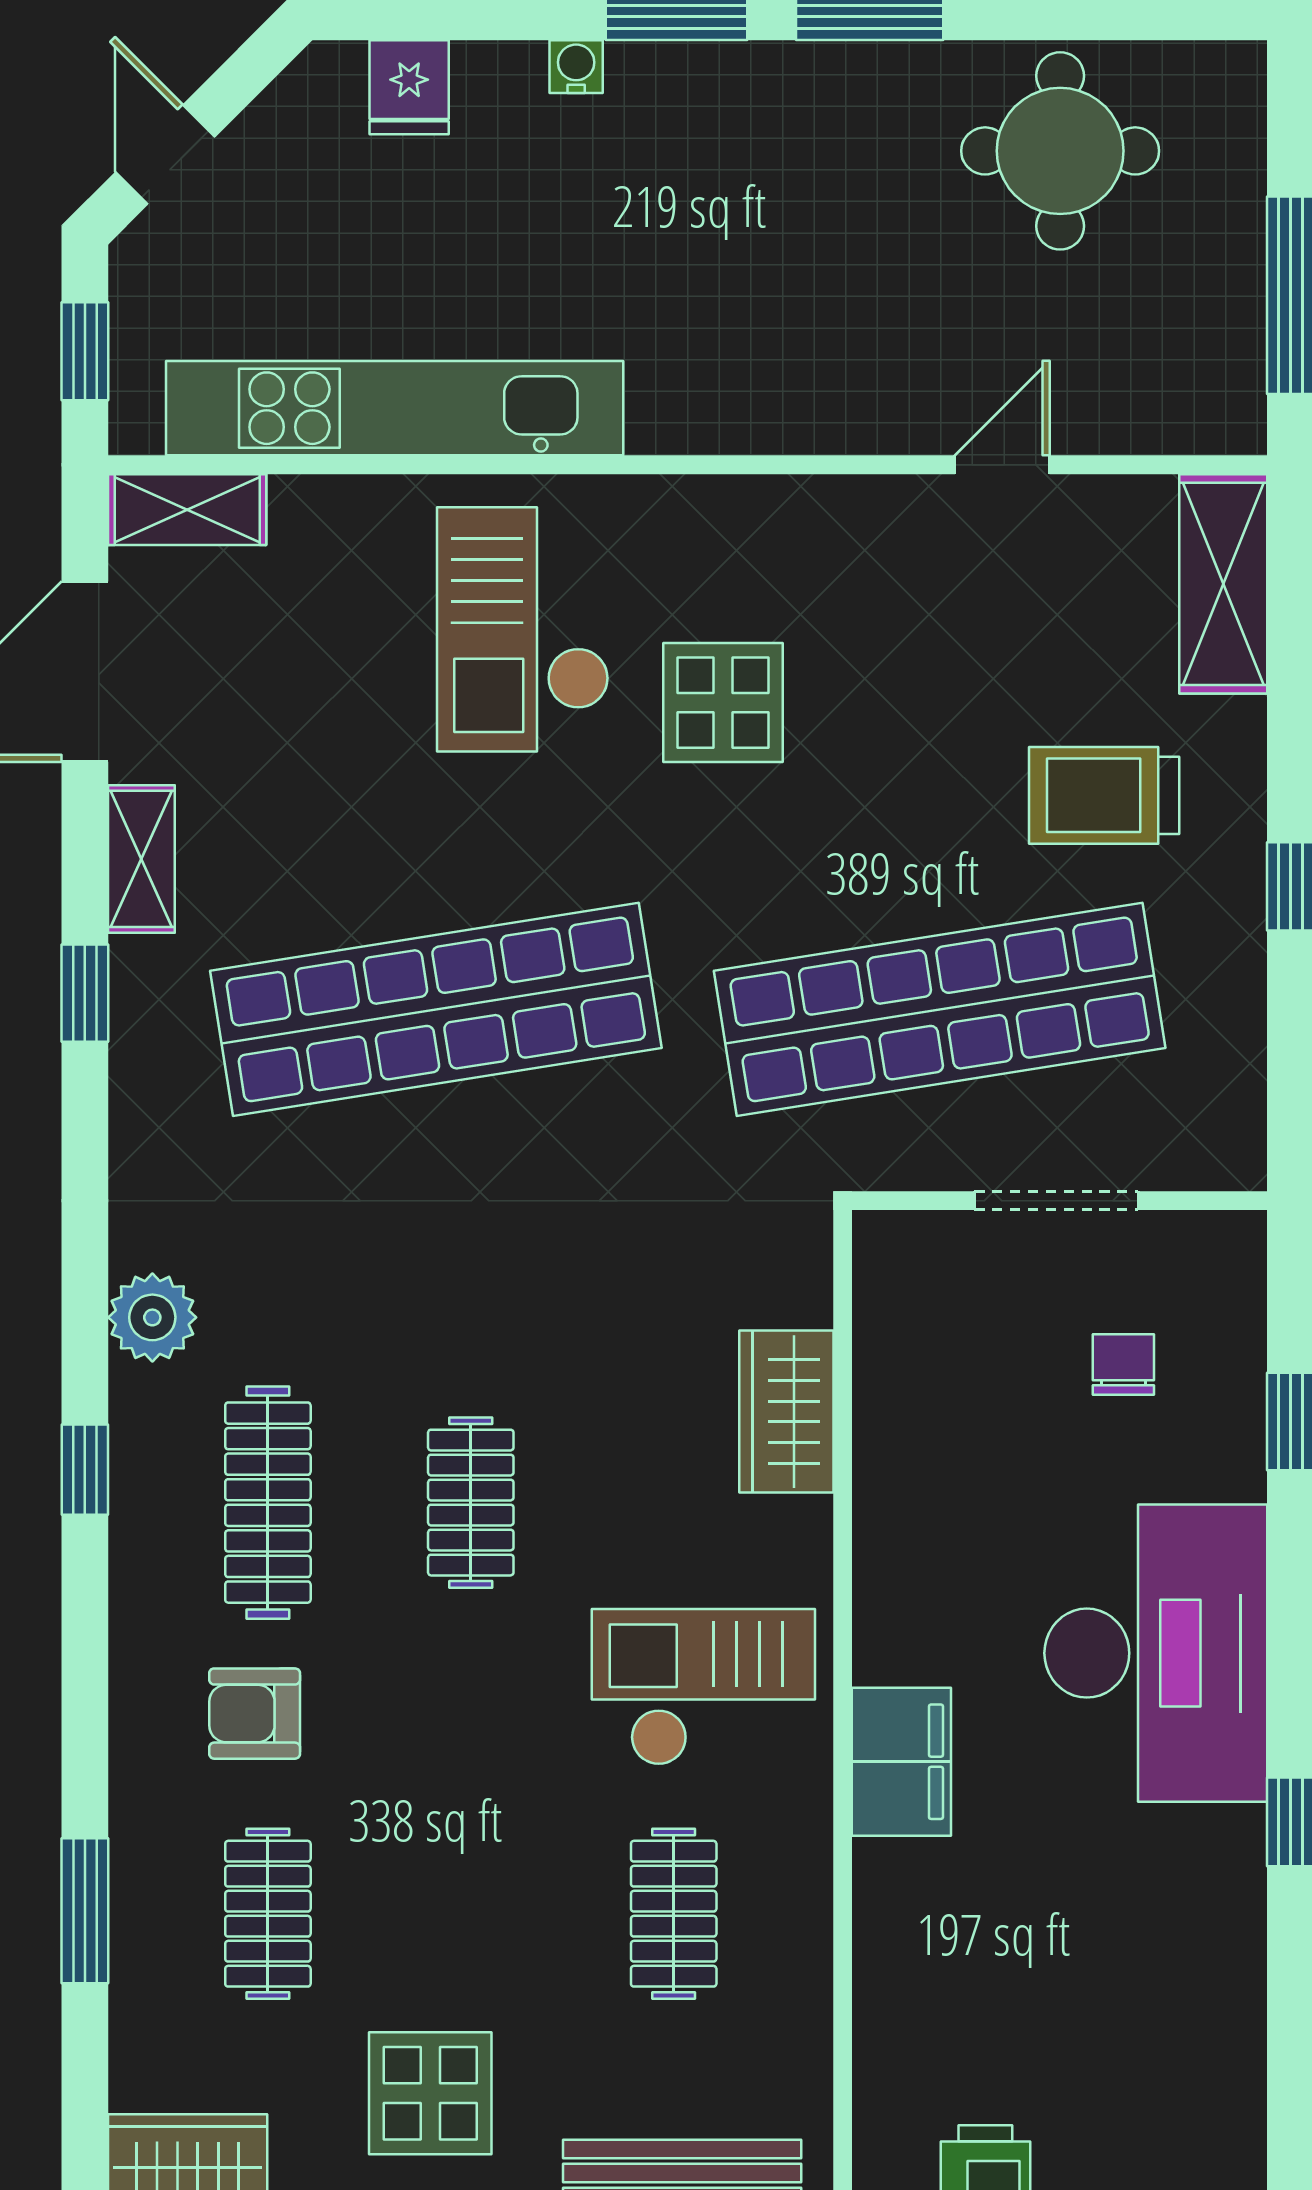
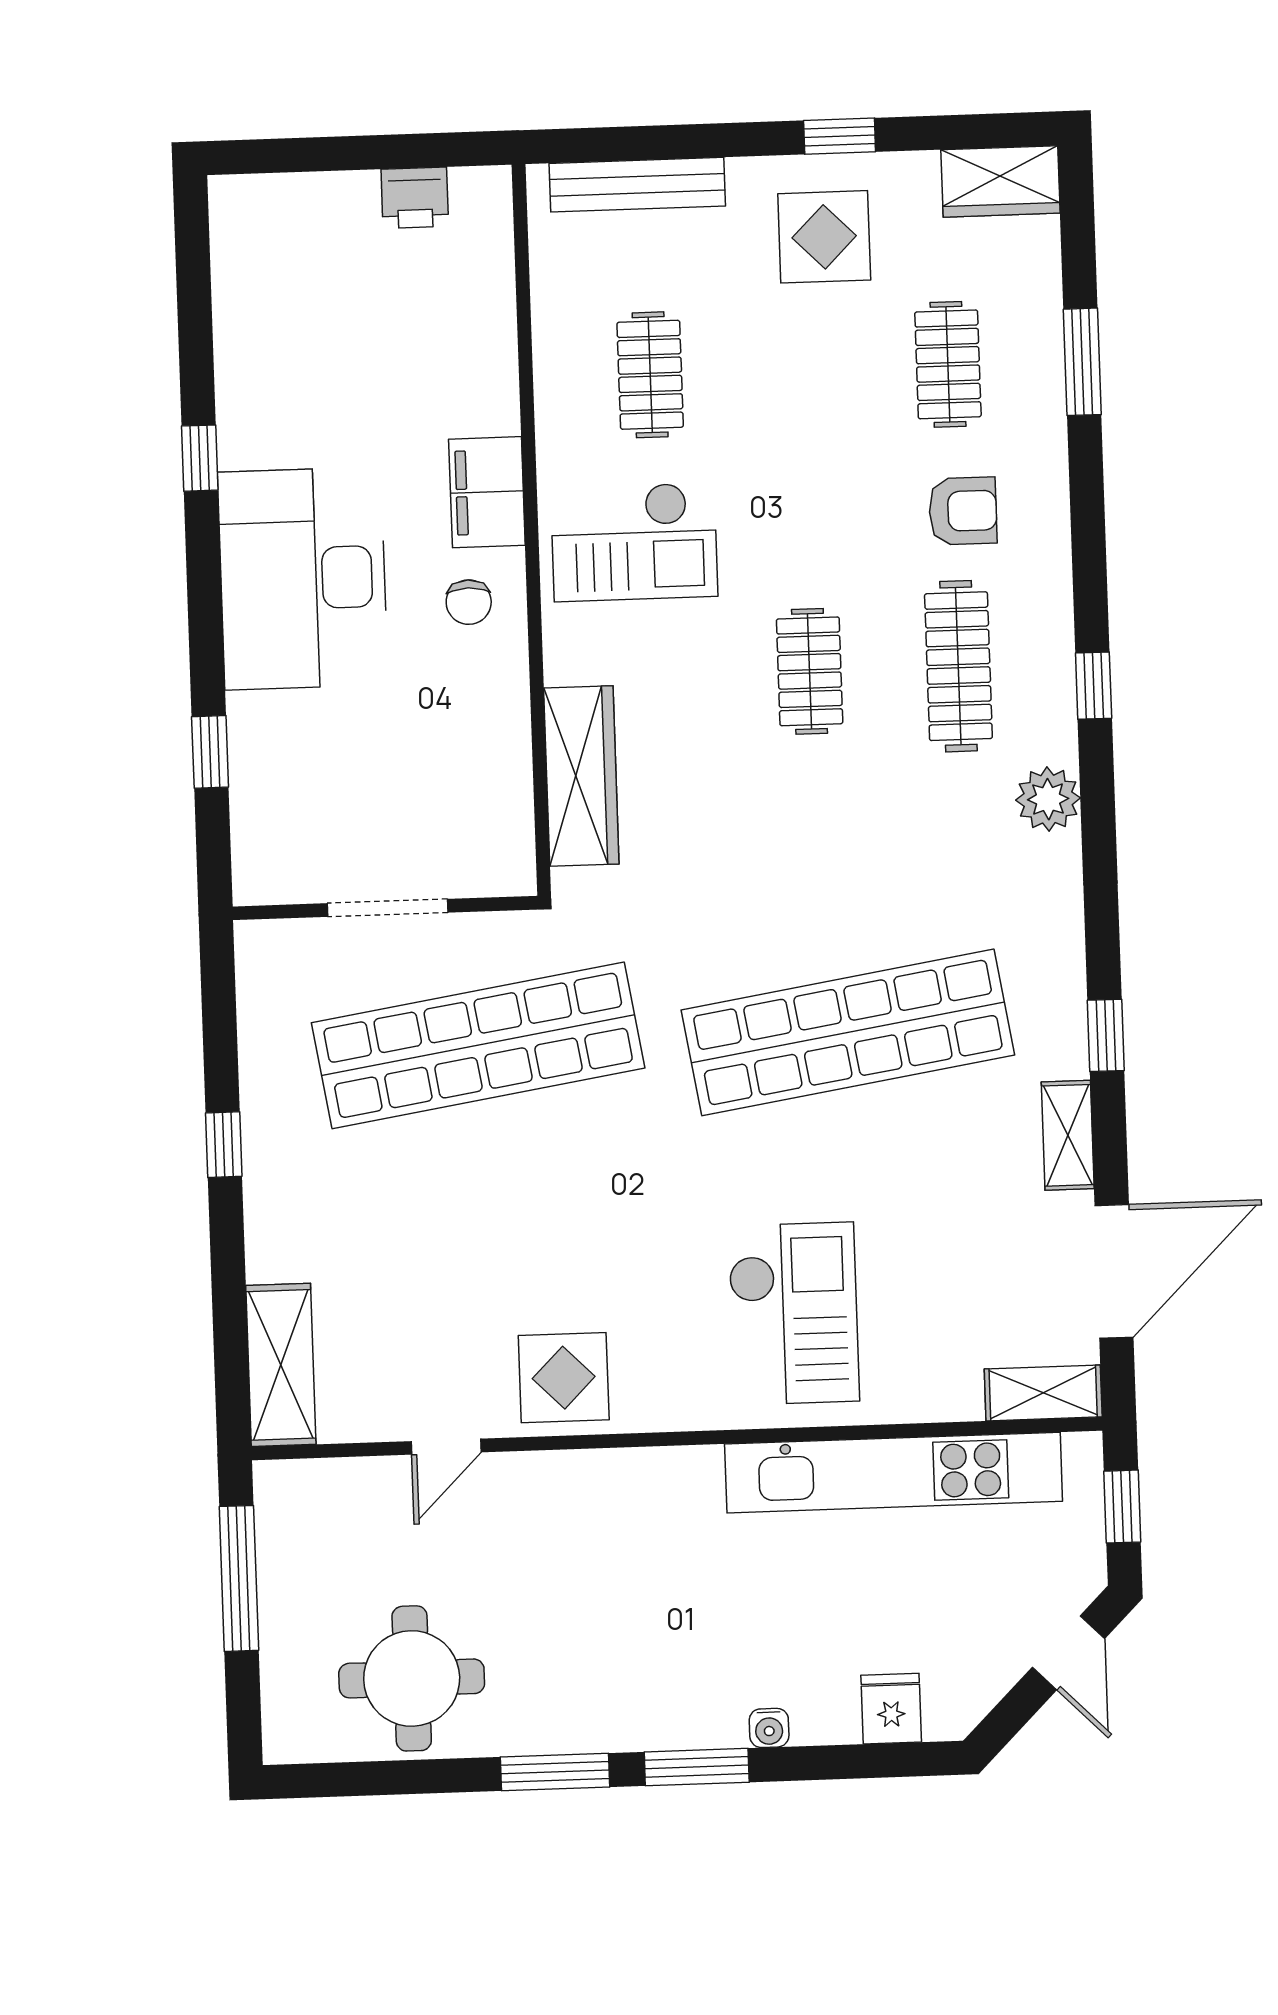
display table: (723, 703) -> (564, 1378), moved
trolley: (1104, 795) -> (363, 1207), removed
chair: (1123, 1364) -> (469, 602), moved
wardrobe: (786, 1412) -> (581, 776), width x1.50

